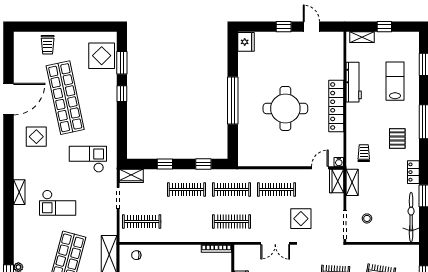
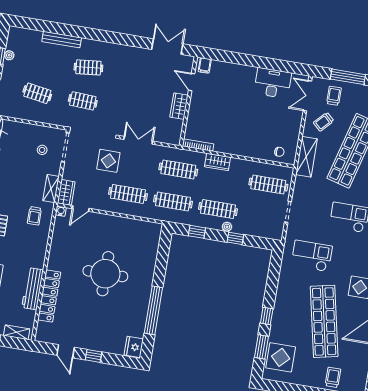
window: (233, 101) -> (153, 310), moved
locker: (336, 106) -> (49, 296), moved
checkout: (88, 159) -> (312, 256), turned 180
plant: (175, 174) -> (227, 227), added
wardrobe: (131, 176) -> (218, 162), moved, turned 180

